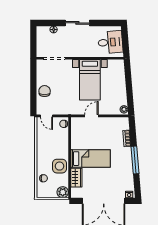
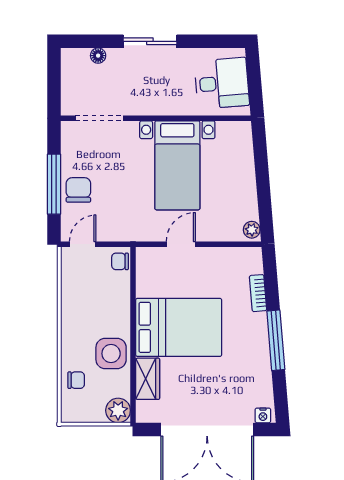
window: (33, 88) -> (54, 184), added
door: (47, 116) -> (83, 244), swing flipped
bed: (90, 159) -> (179, 327), width x1.50

